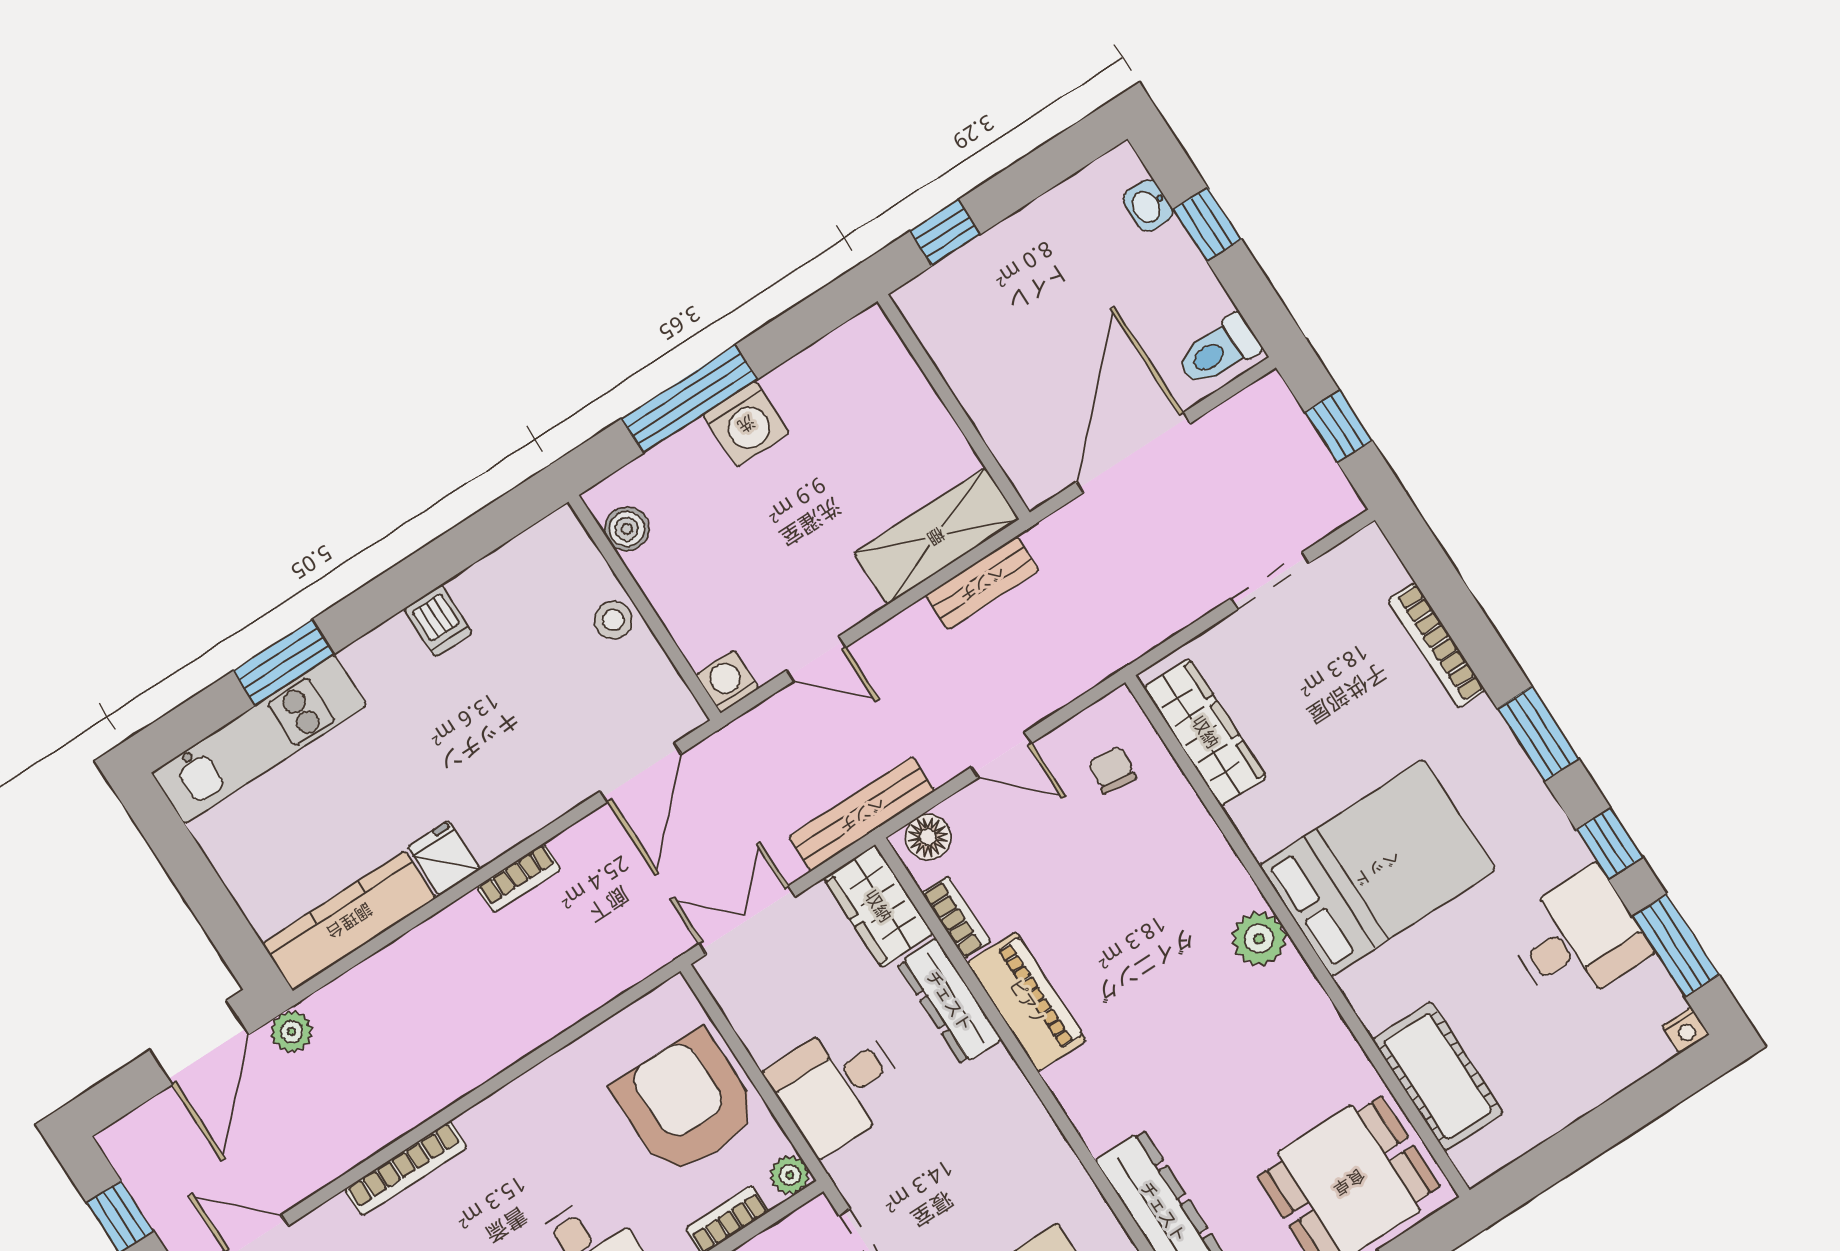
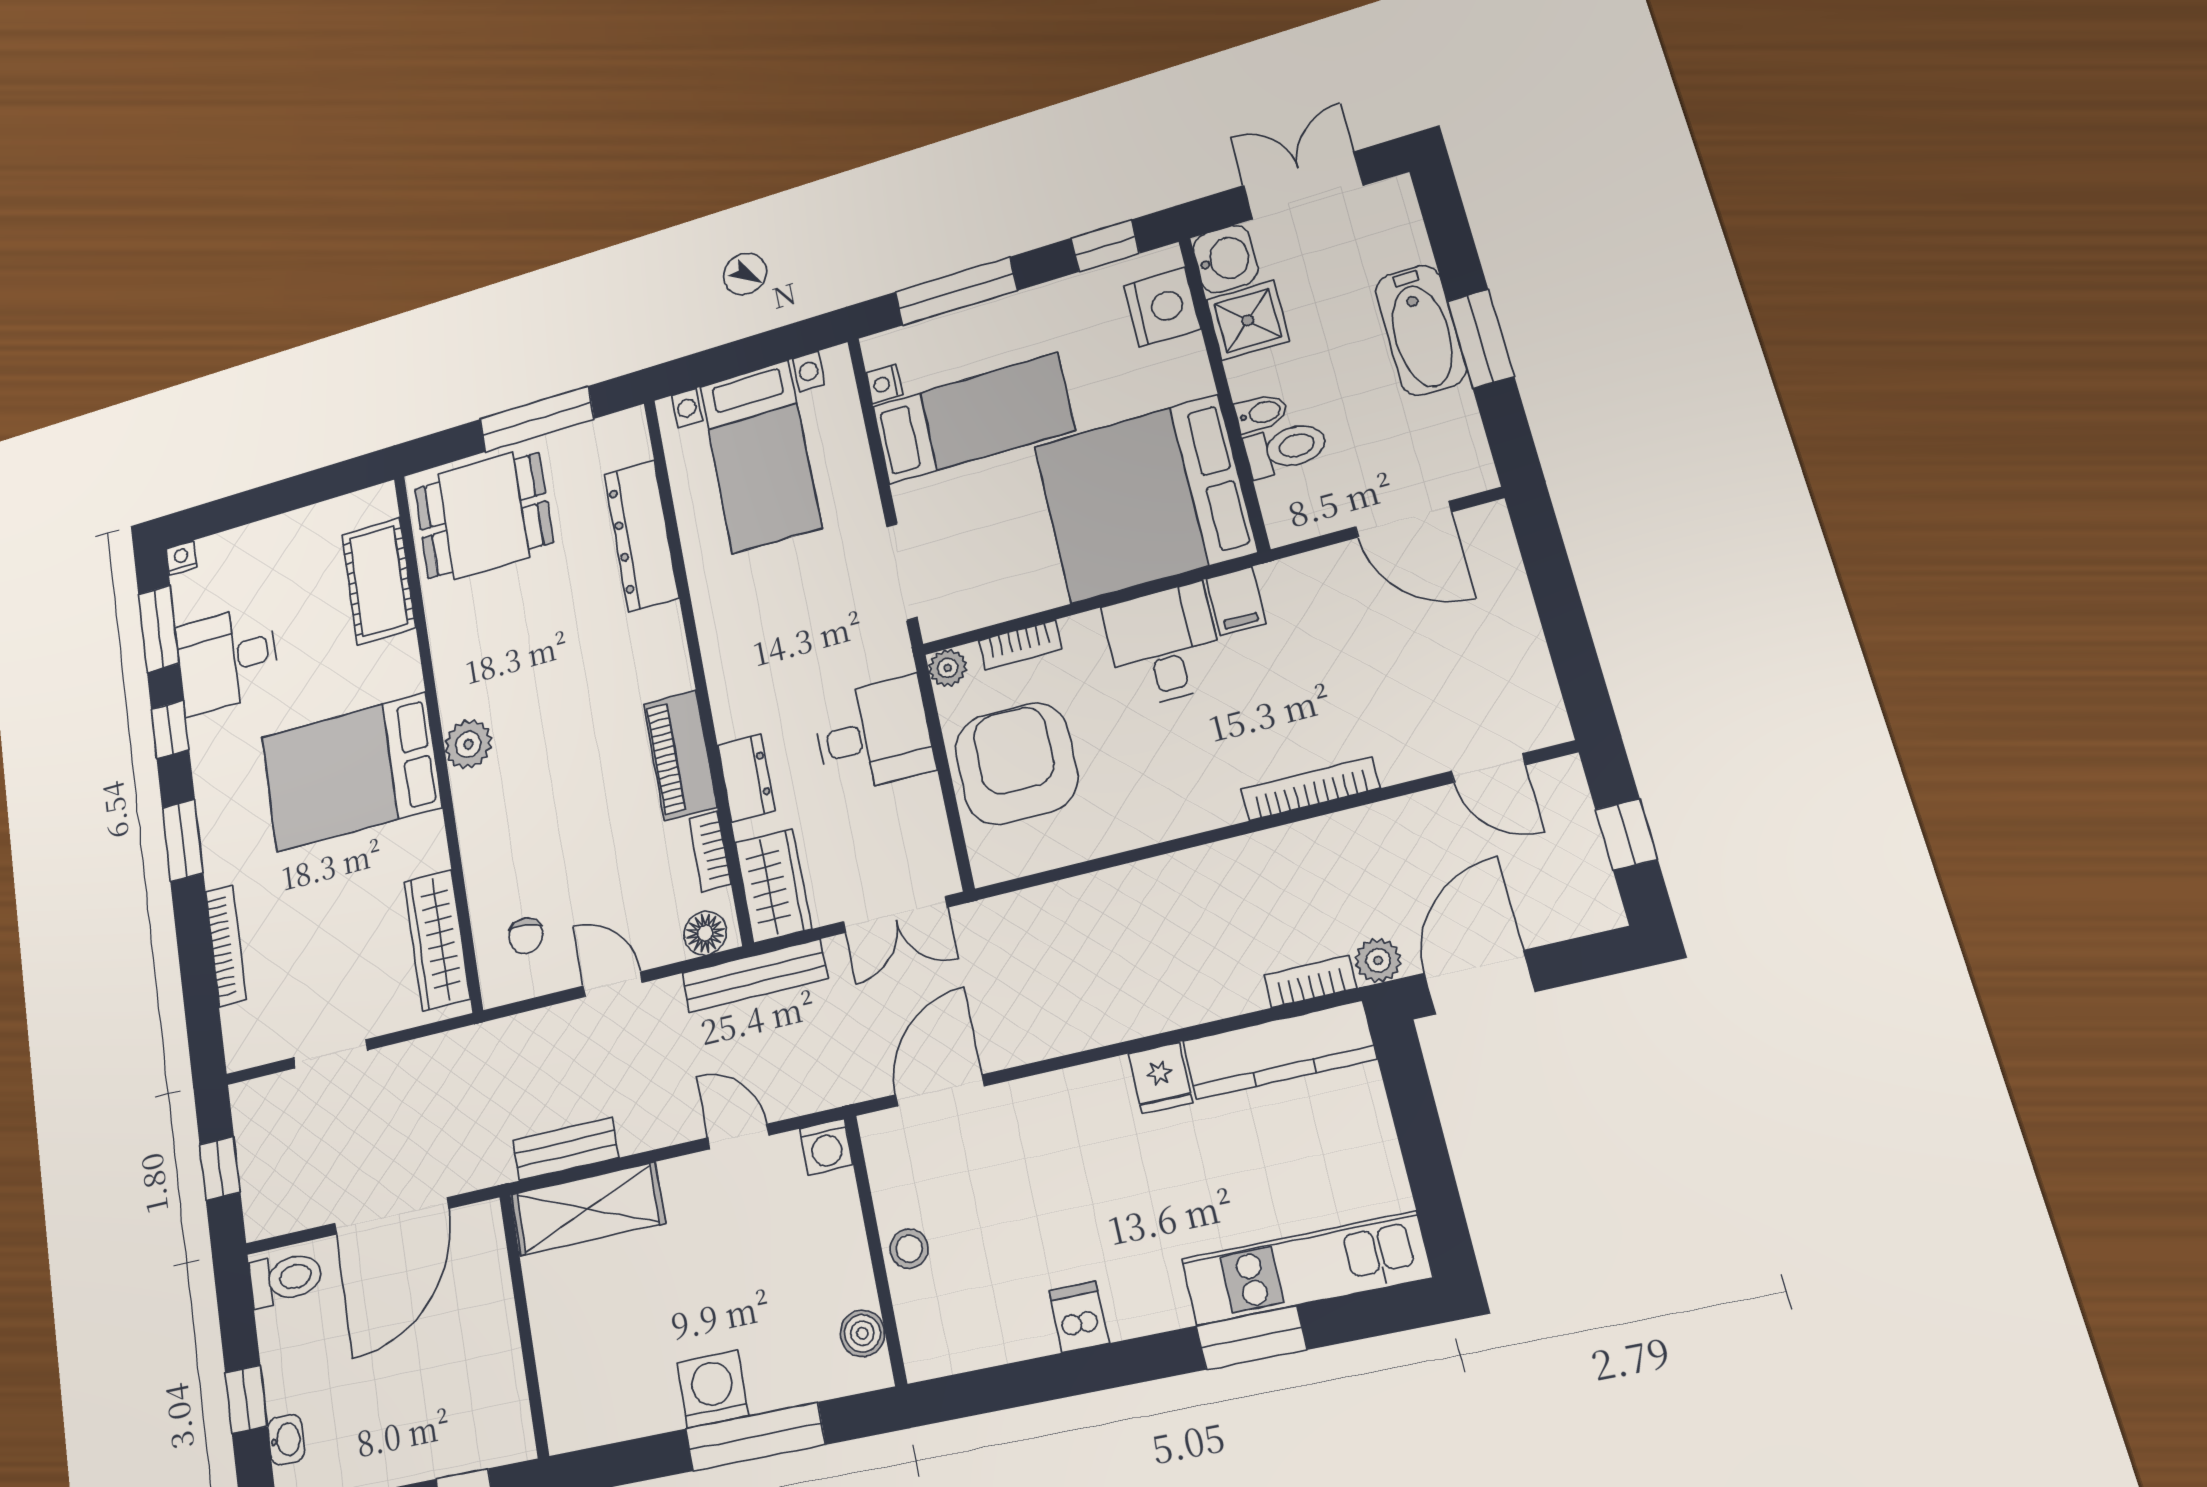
bookcase: (519, 878) -> (1310, 982), moved
dresser: (949, 1001) -> (746, 778), width x0.70
armchair: (687, 1103) -> (1016, 764), turned 180

